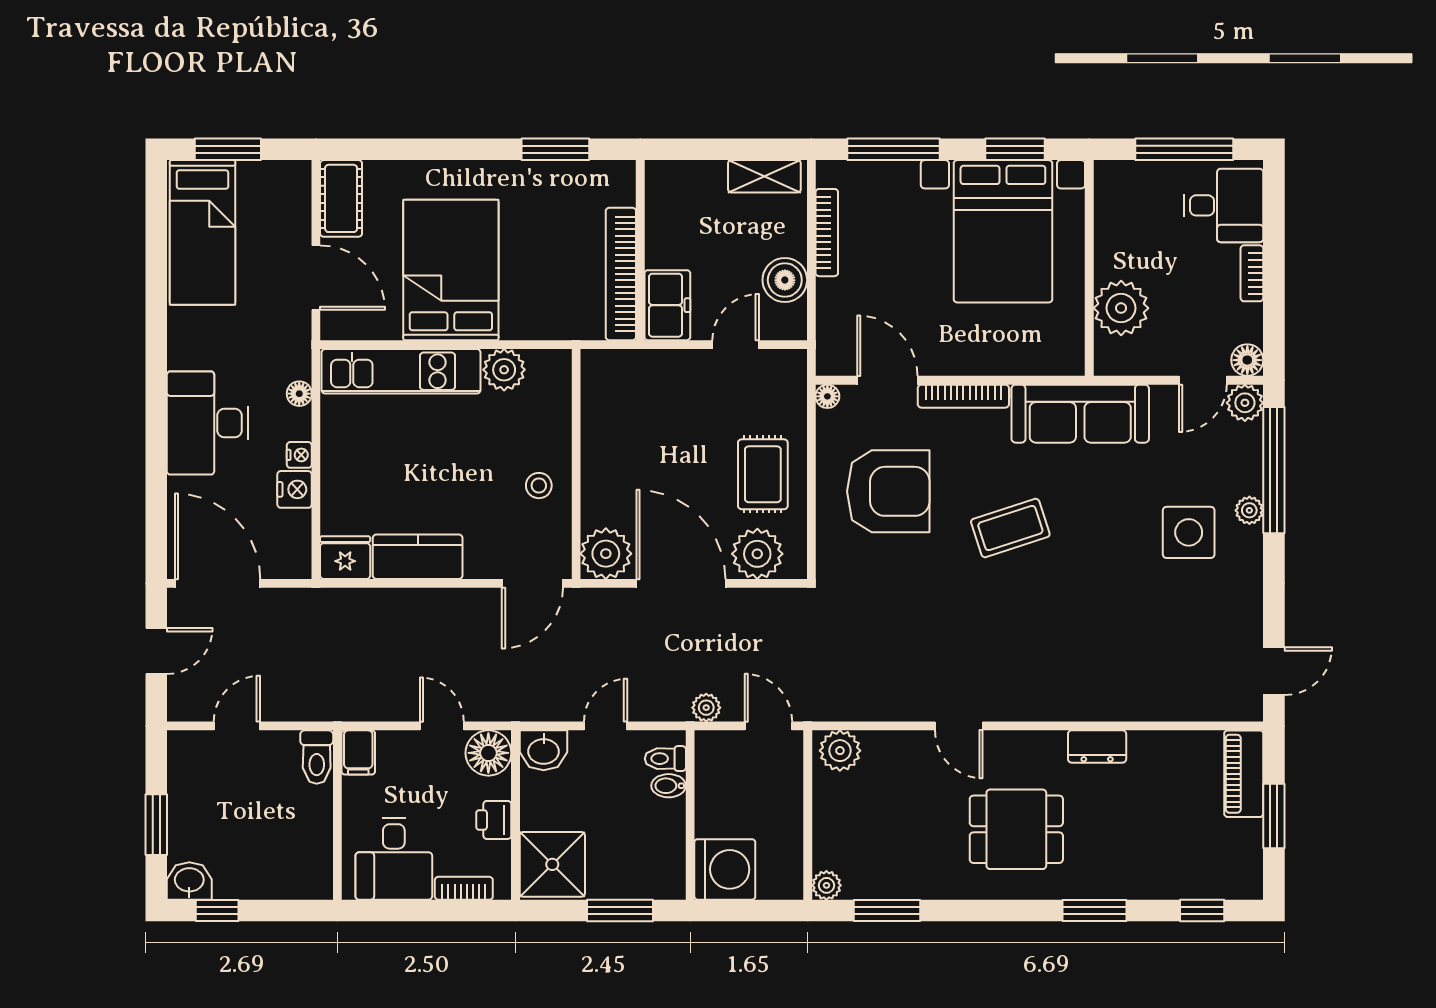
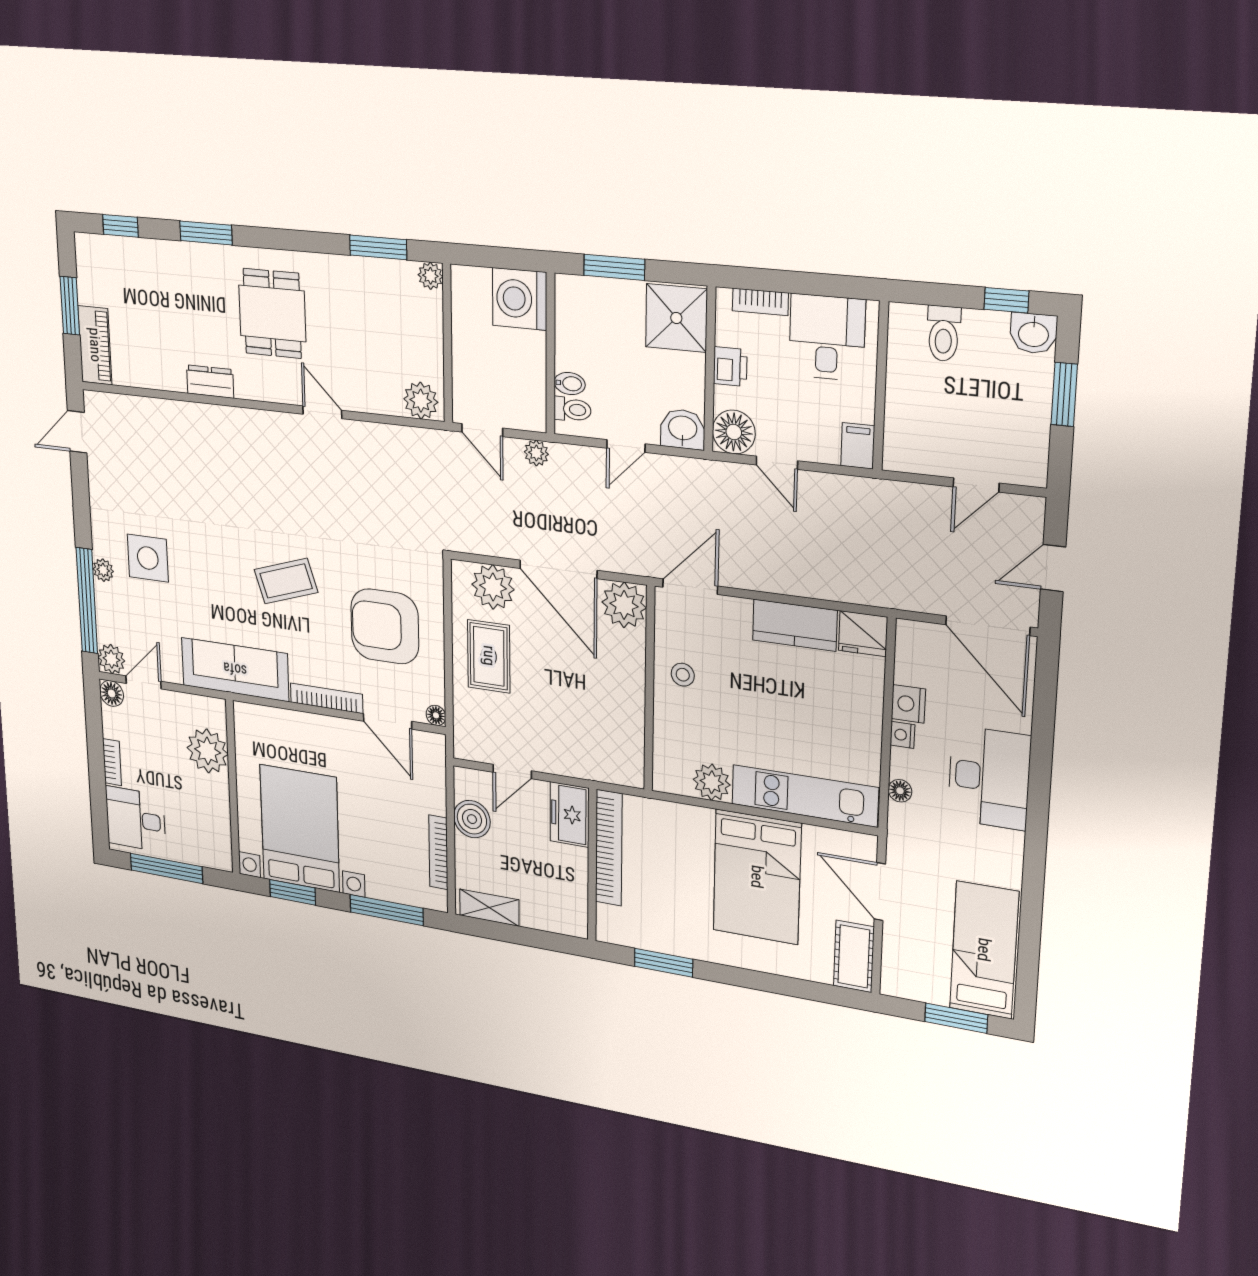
toilet: (317, 757) -> (944, 334), moved, turned 180
dining table: (1016, 829) -> (272, 313), turned 90

